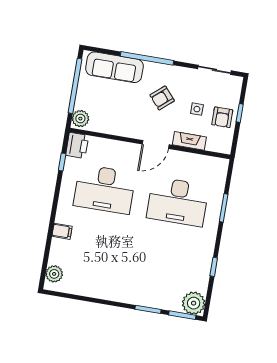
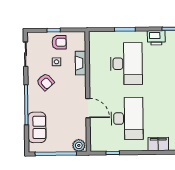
sofa: (114, 67) -> (37, 127), width x0.73
armchair: (162, 98) -> (45, 82), moved
door: (156, 144) -> (88, 108), moved
printer: (77, 145) -> (156, 38), moved, turned 180
filing cabinet: (62, 231) -> (158, 144), width x2.00

